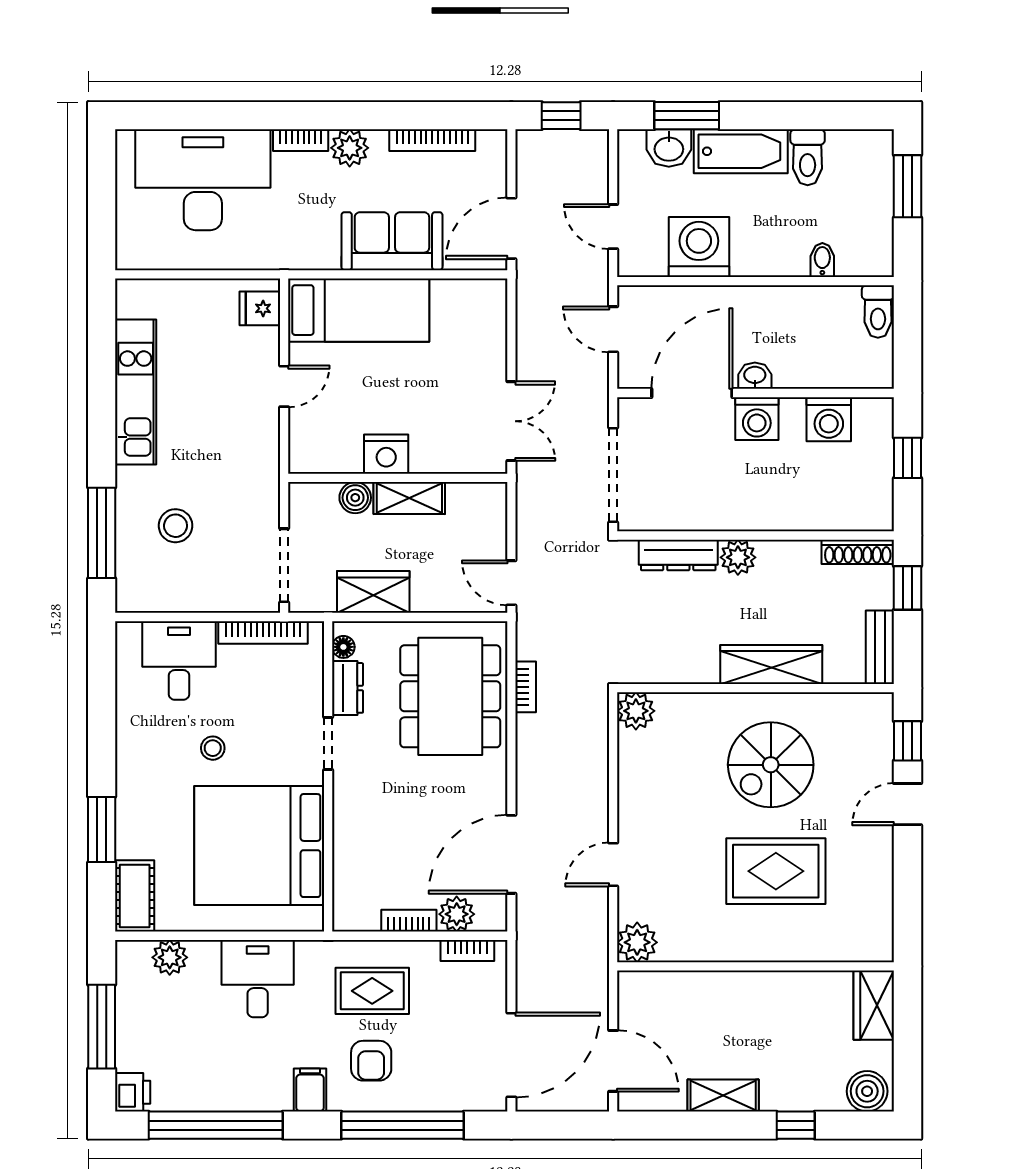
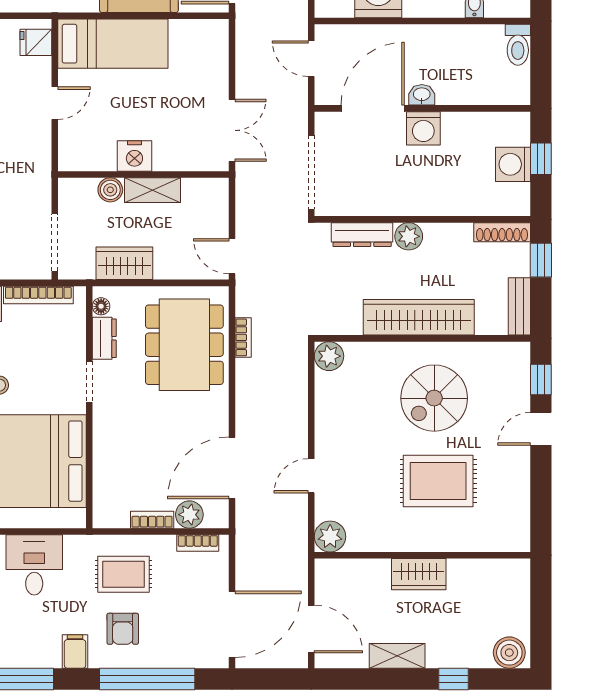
washing machine: (829, 419) -> (513, 164), moved, turned 90
wardrobe: (771, 664) -> (419, 317), width x1.40, depth x1.17
wardrobe: (874, 1005) -> (419, 574), moved, turned -90

